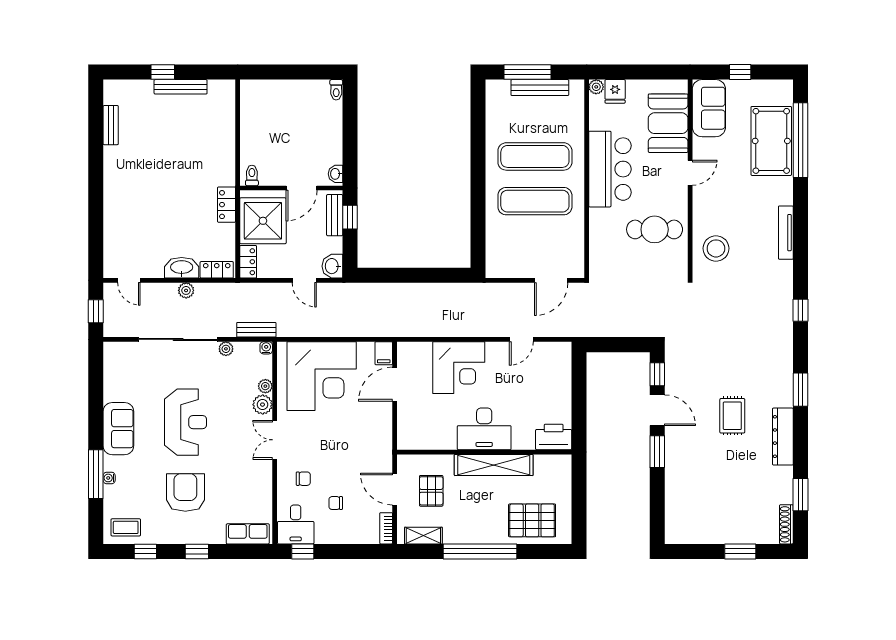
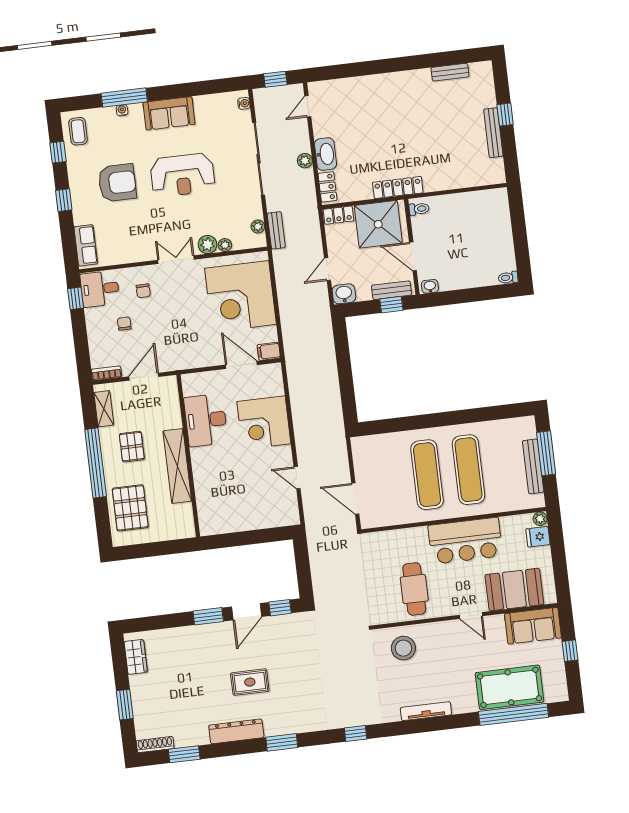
locker: (226, 205) -> (398, 188), width x1.53
water cooler: (266, 348) -> (244, 103), moved
plant: (226, 349) -> (258, 226), moved
desk: (484, 429) -> (206, 420), moved
printer: (554, 437) -> (210, 519), removed
pallet: (431, 491) -> (132, 447), moved, turned 90
wardrobe: (691, 534) -> (136, 657), added

